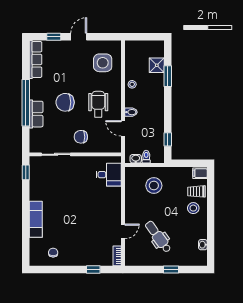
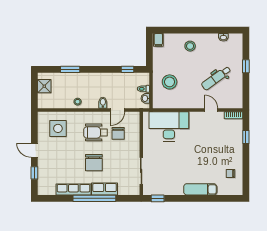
row of seats: (35, 59) -> (73, 190), moved
shower: (157, 65) -> (44, 86), moved
chair: (81, 137) -> (118, 133), moved
desk: (109, 175) -> (169, 126), width x1.87, depth x1.30
trolley: (196, 191) -> (175, 43), removed

